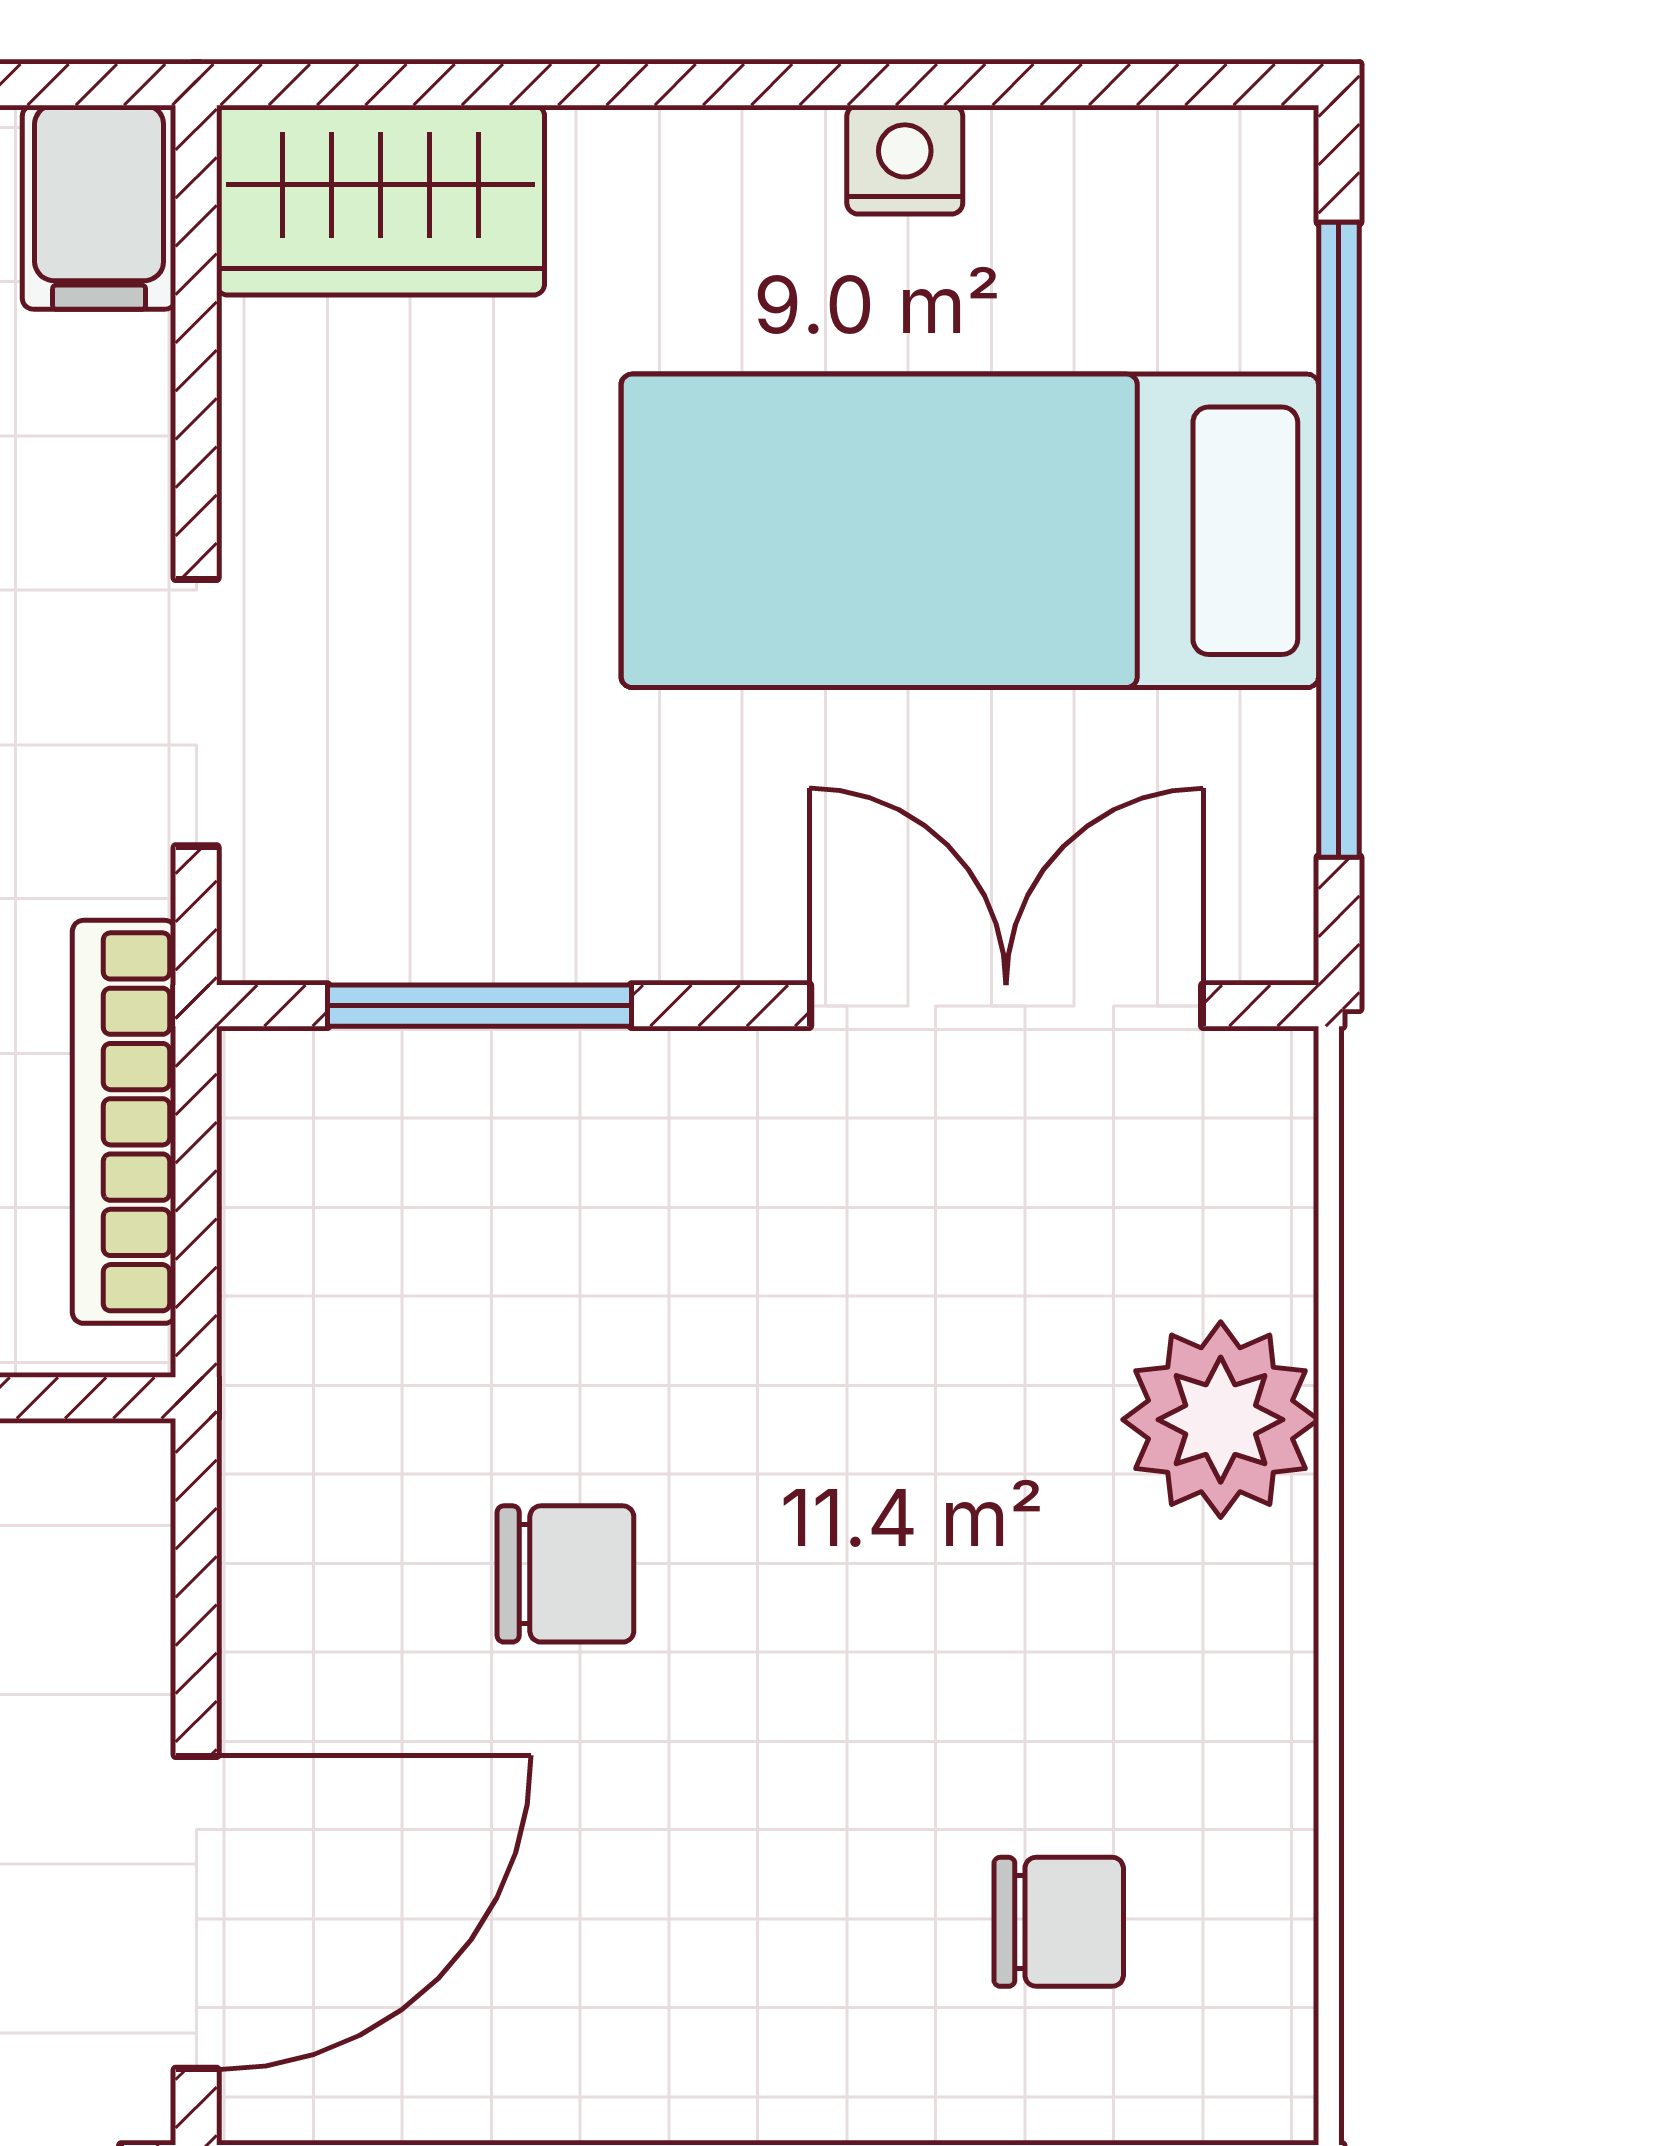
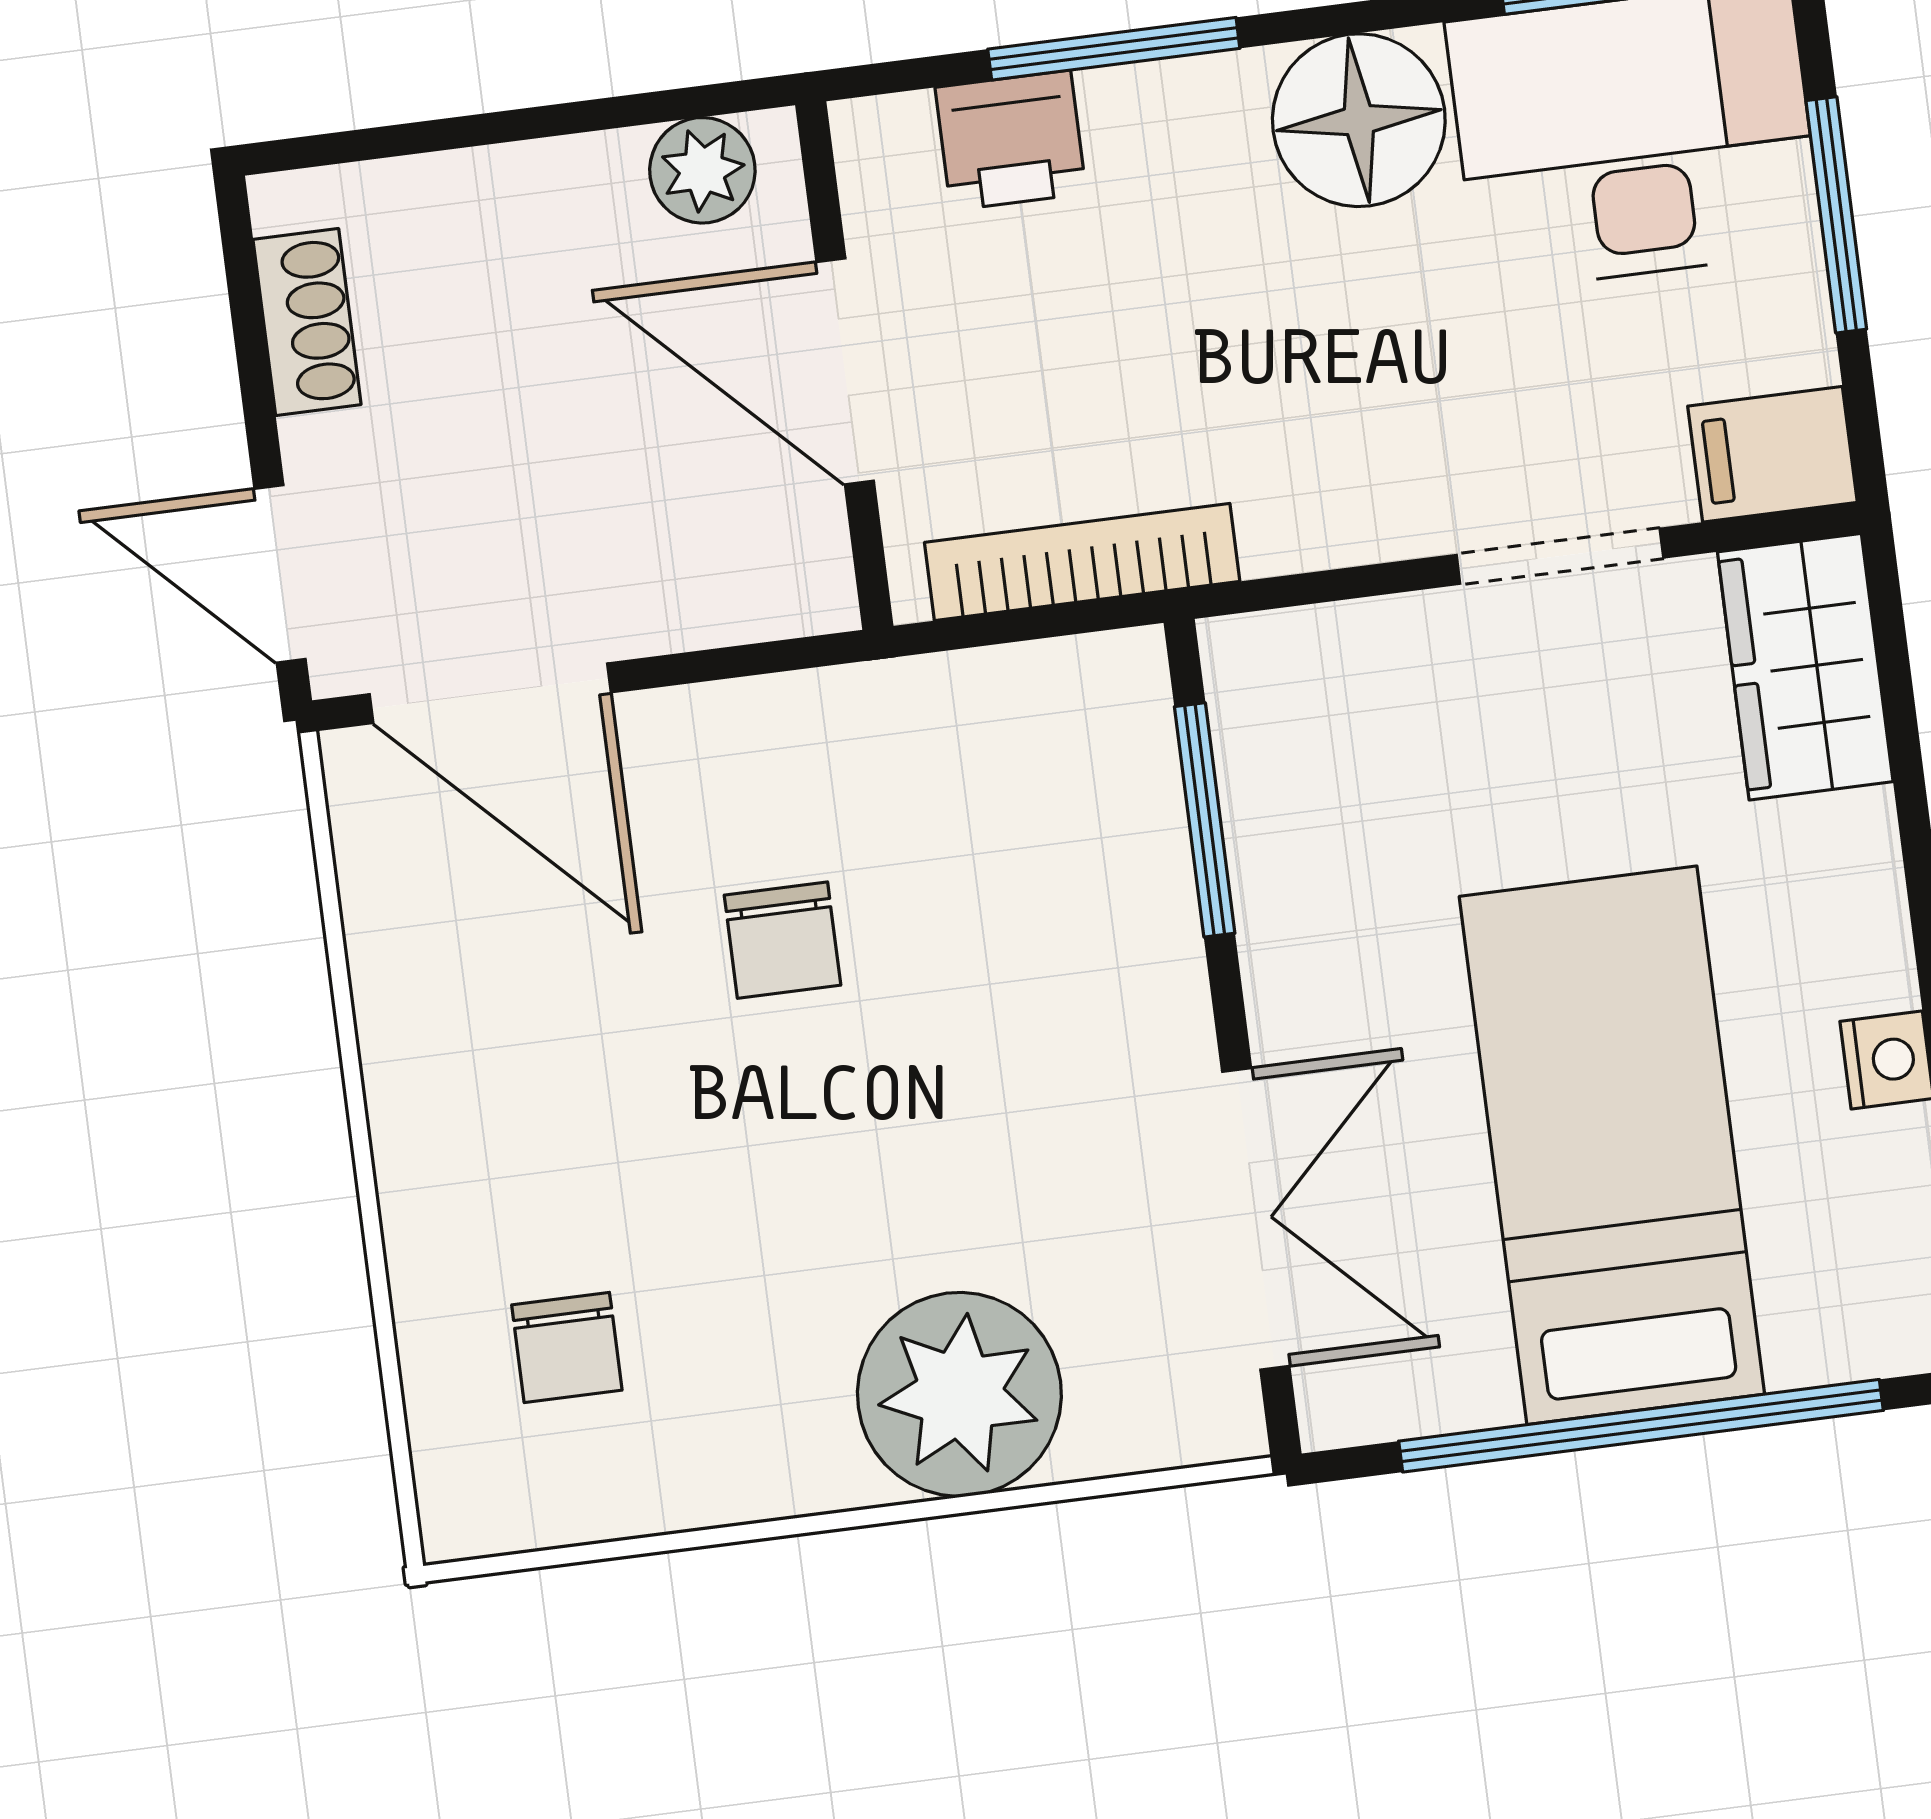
doorway: (196, 713) -> (1560, 556), moved
plant: (1221, 1420) -> (959, 1394), width x1.36, depth x1.36

